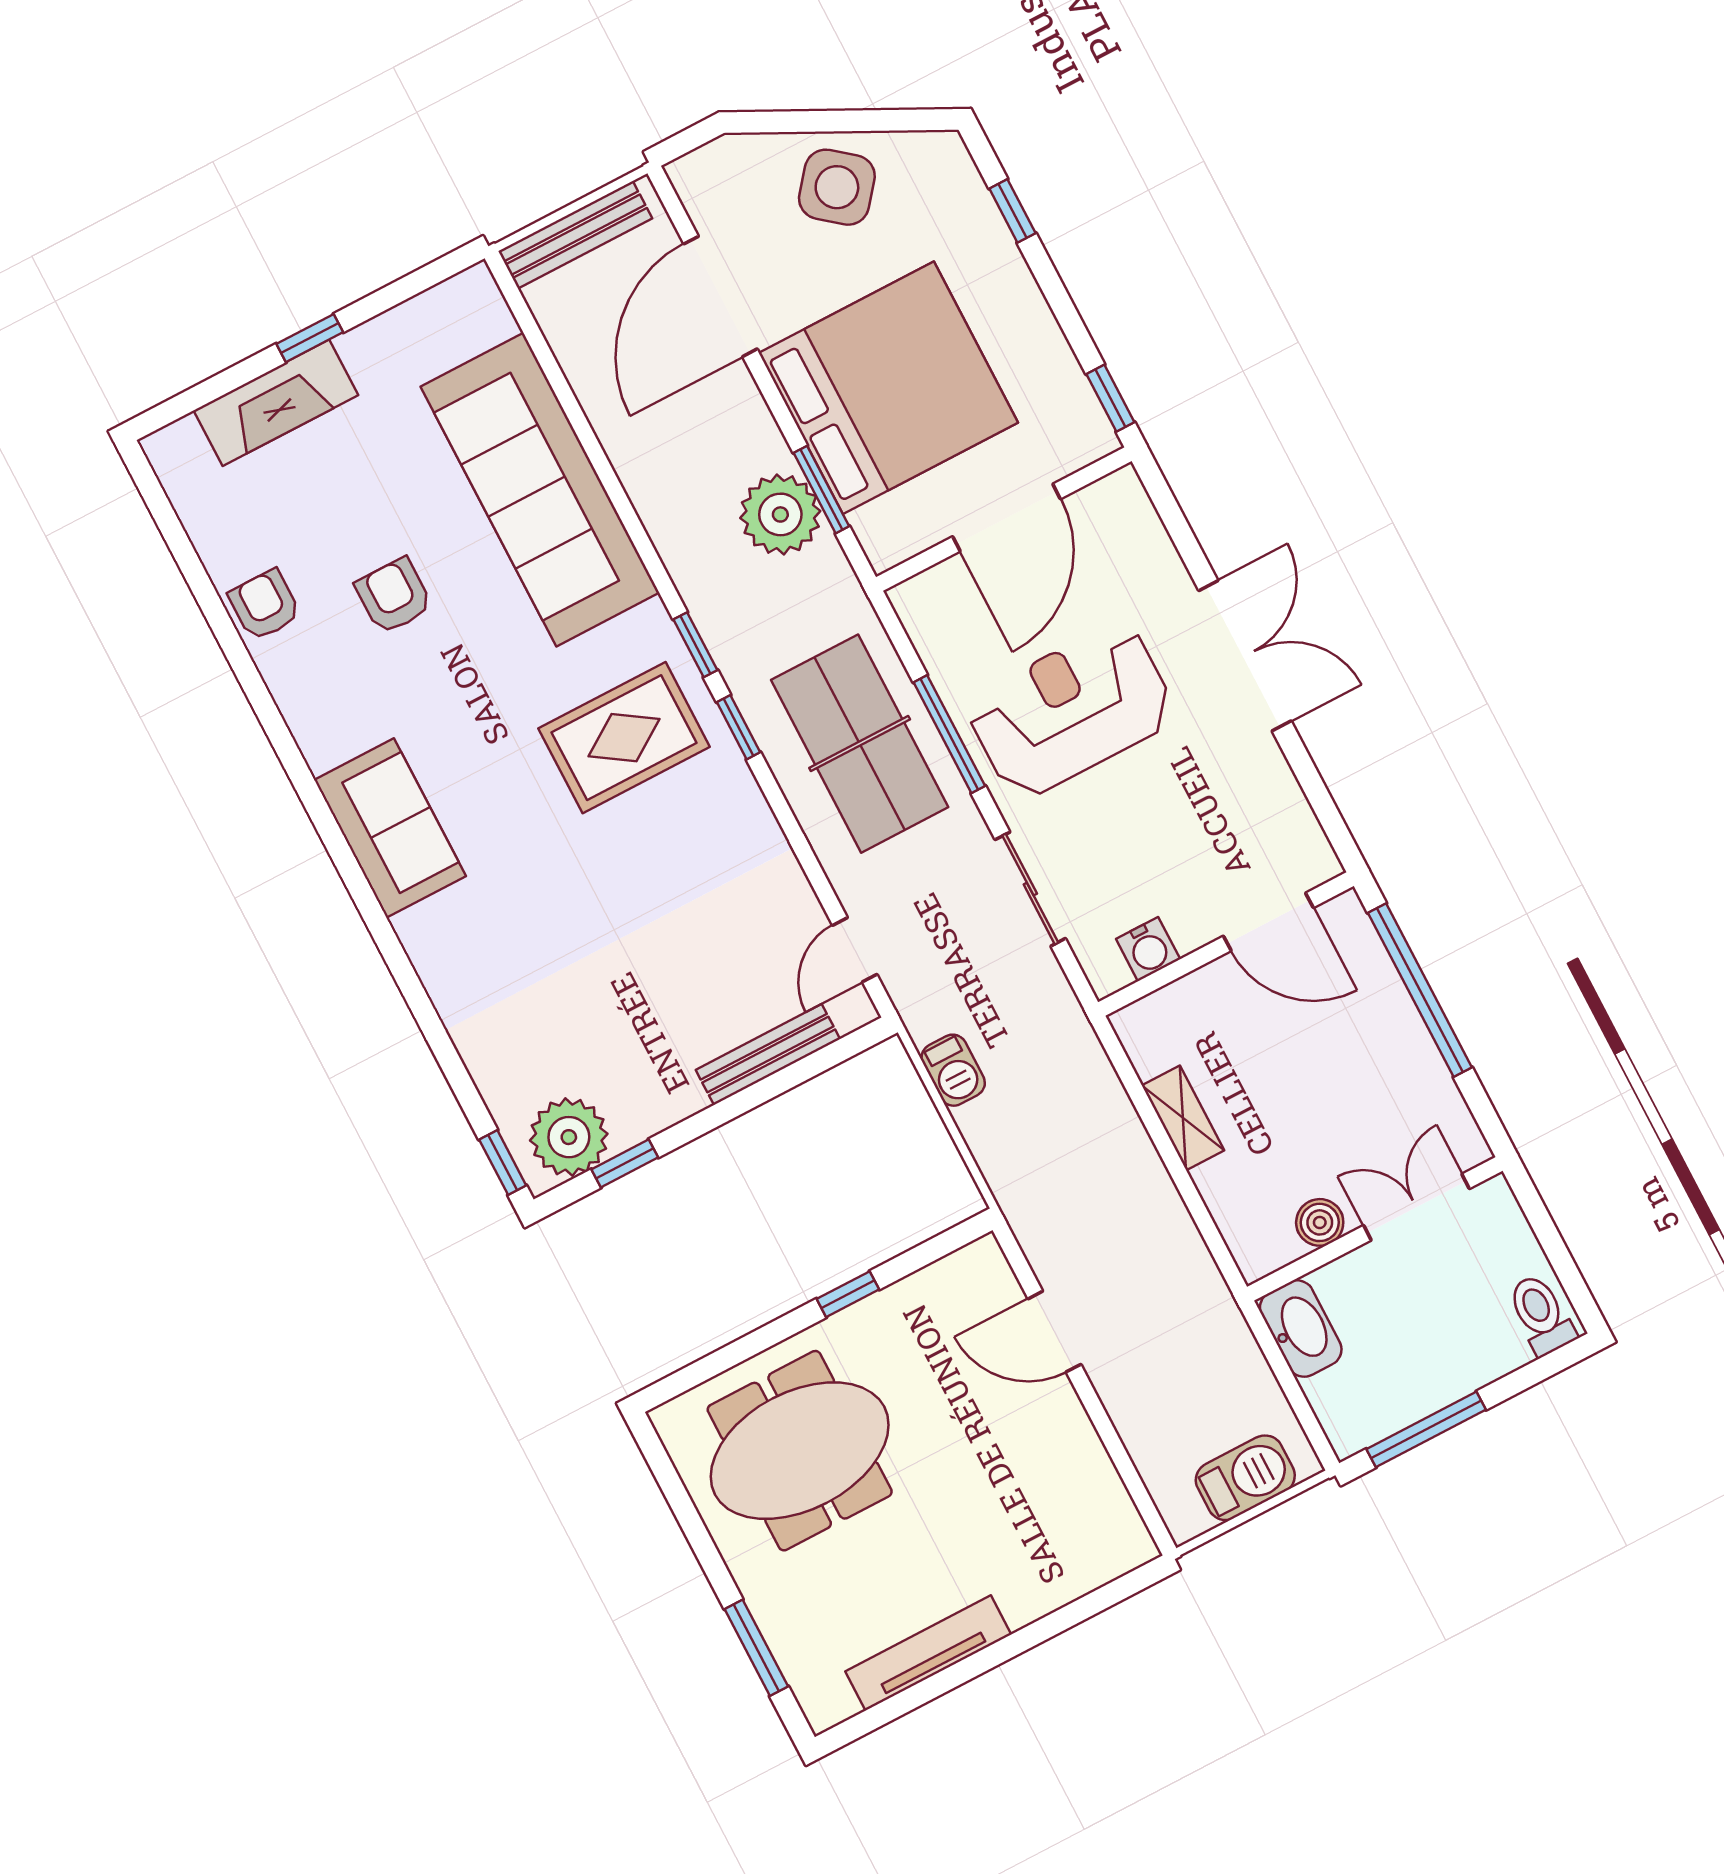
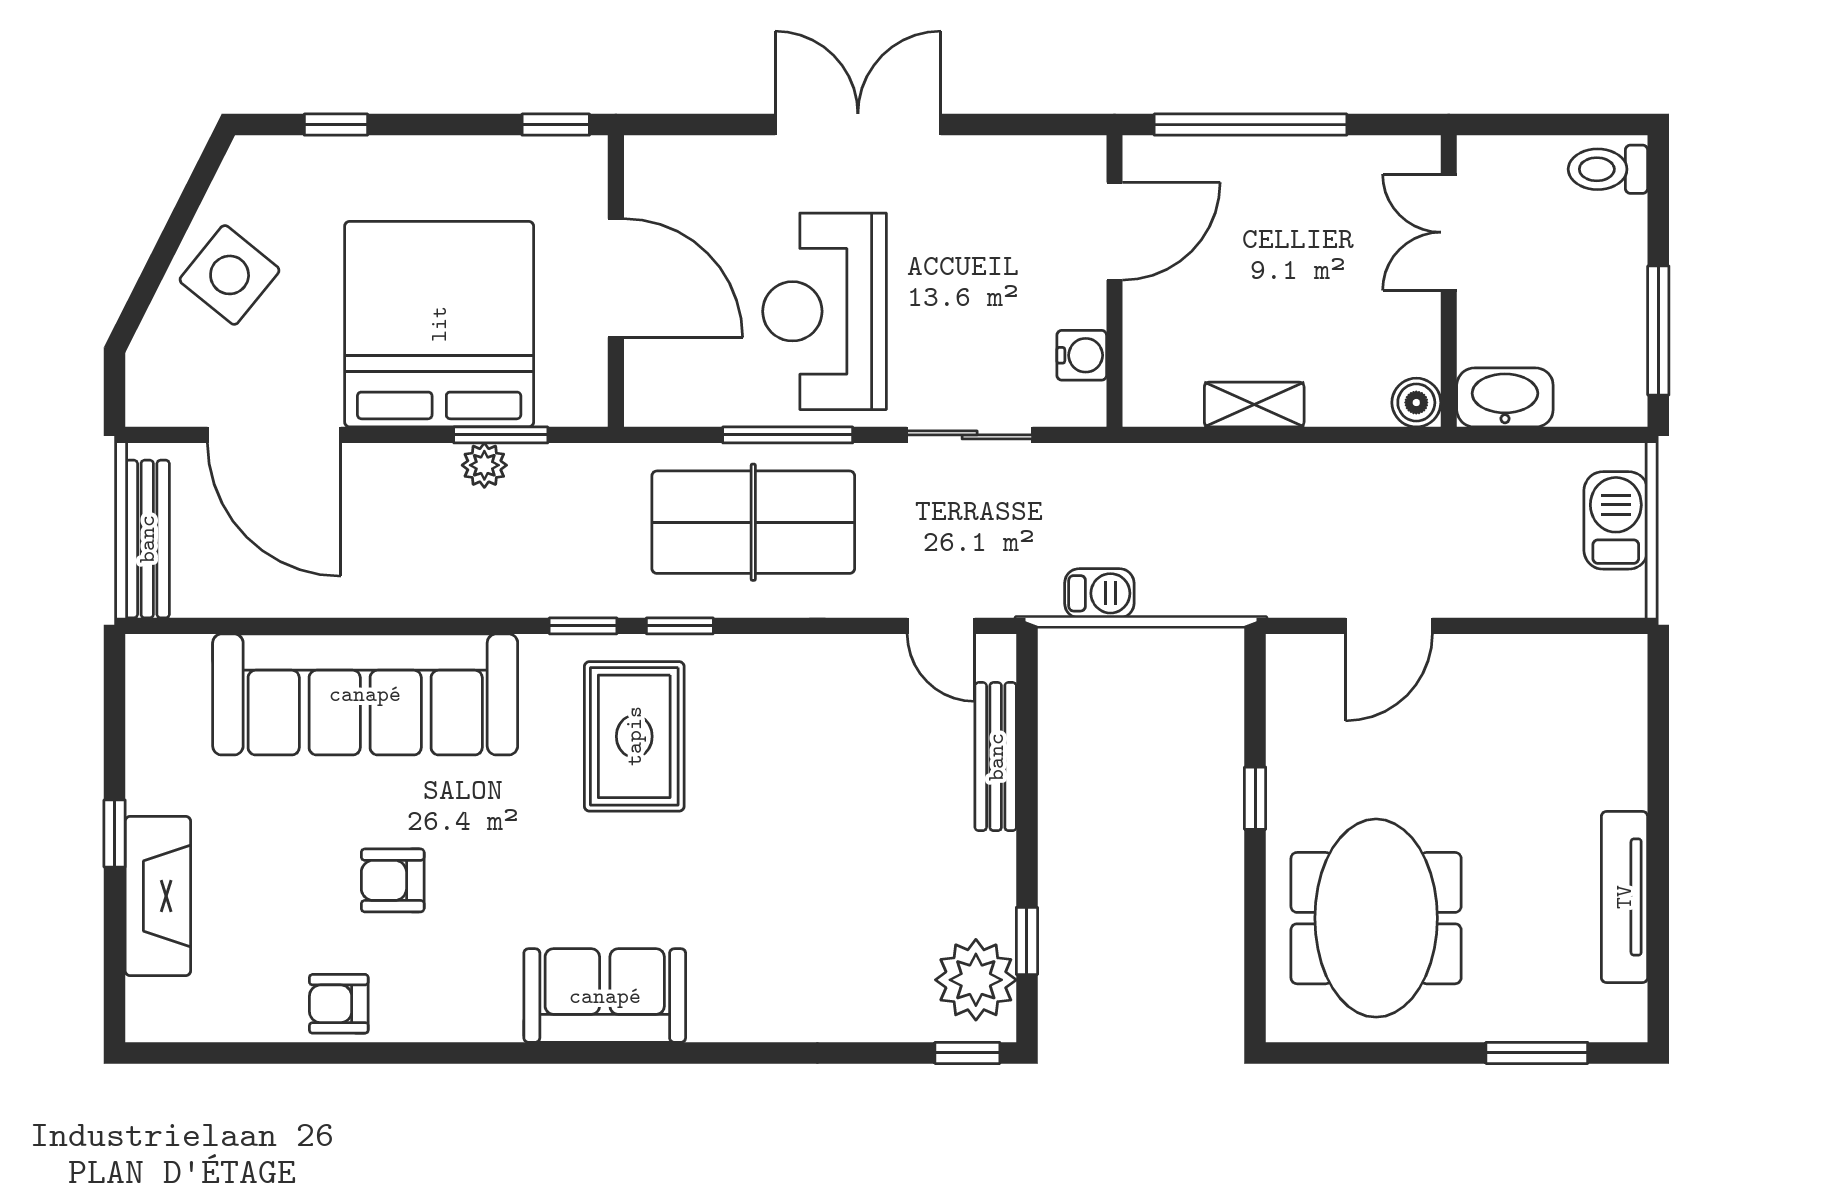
plant: (780, 514) -> (484, 465), width x0.53, depth x0.53
boiler: (1320, 1222) -> (1416, 403), moved

